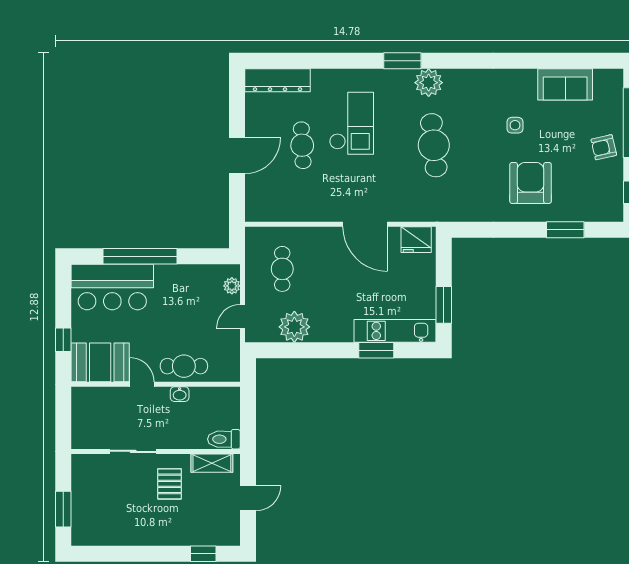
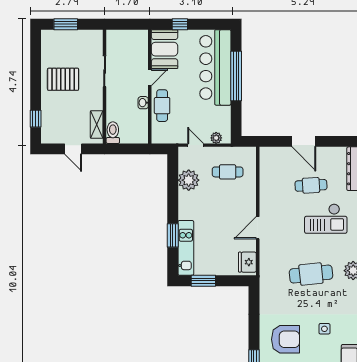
door: (365, 224) -> (258, 228), width x0.73
bar counter: (112, 287) -> (215, 67), width x1.36
pallet: (170, 484) -> (63, 79), moved, width x1.50, depth x1.42

